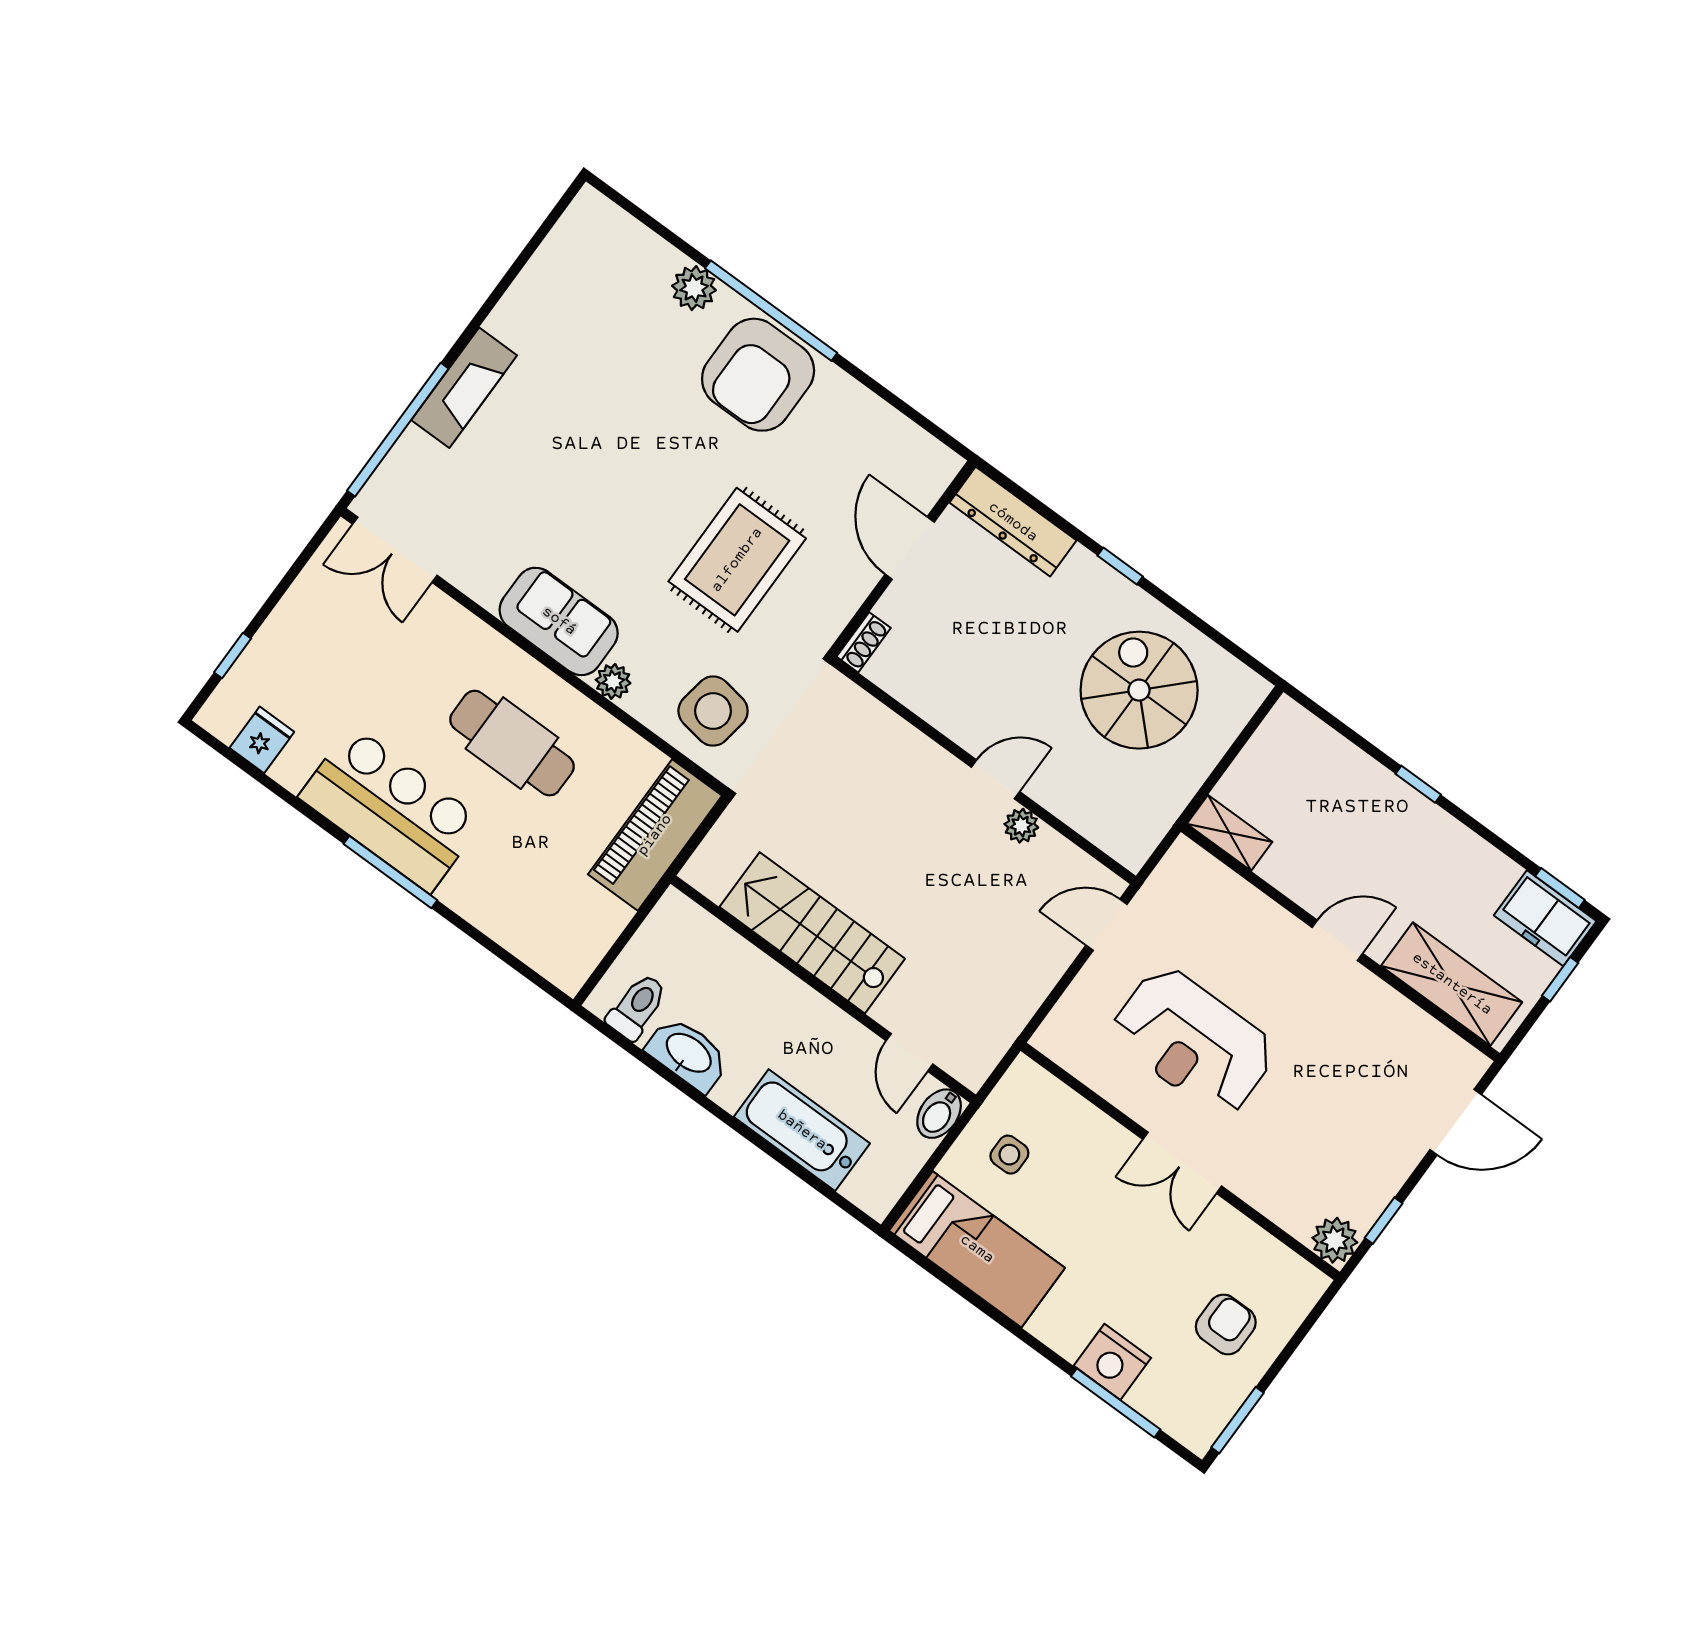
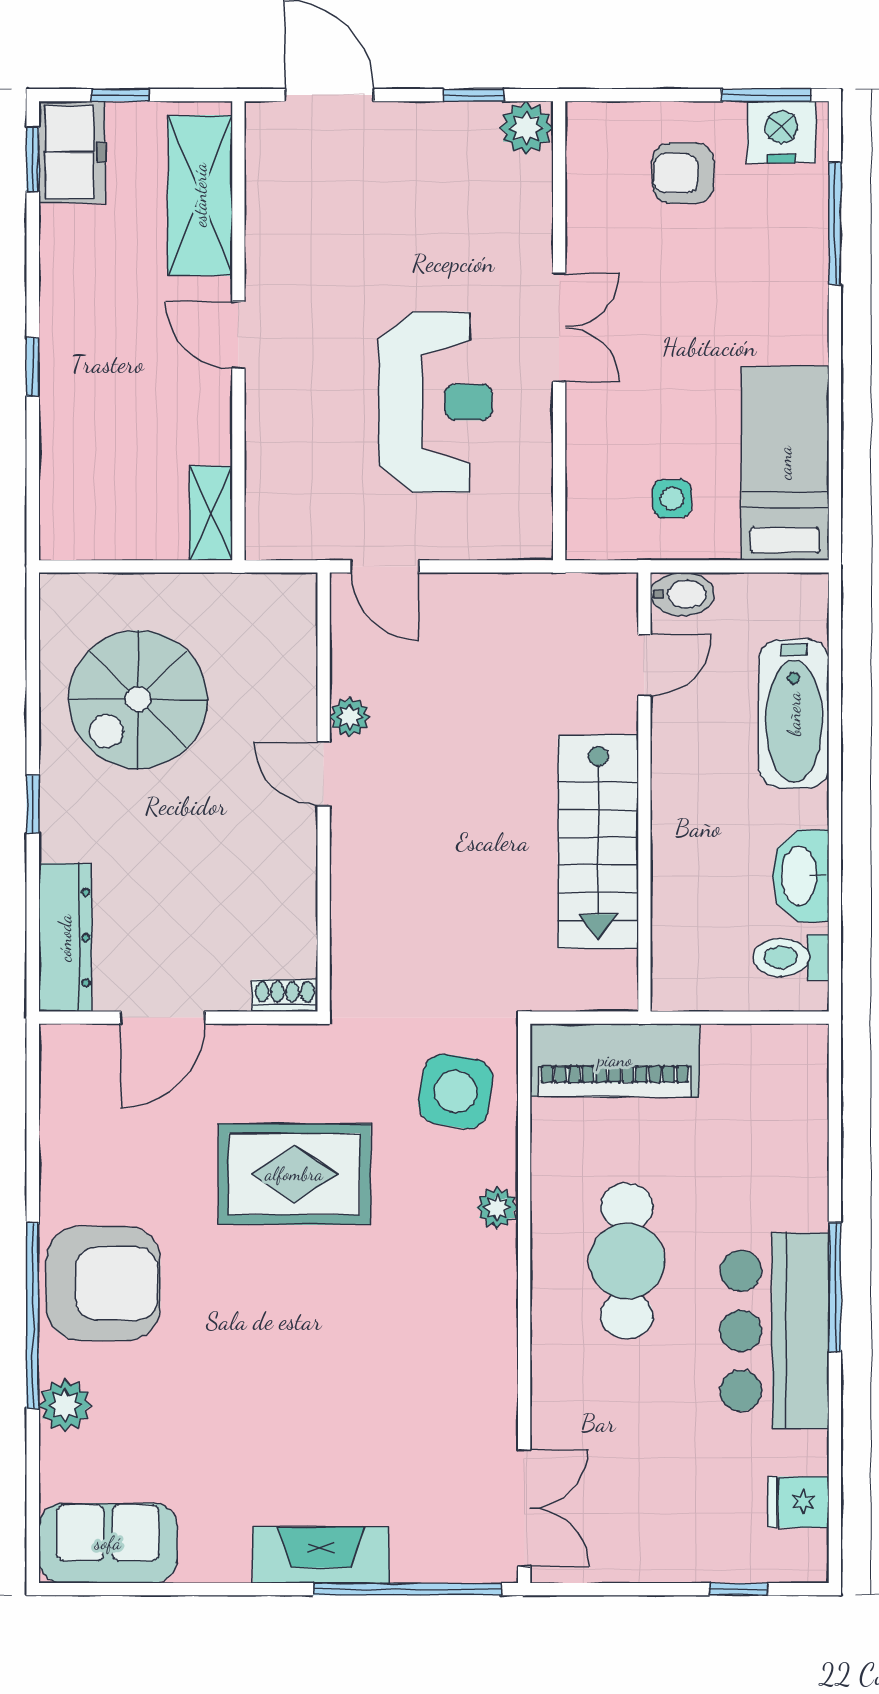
sofa: (559, 621) -> (108, 1543), moved, turned 90
nightstand: (1112, 1362) -> (781, 132), moved, turned -90

